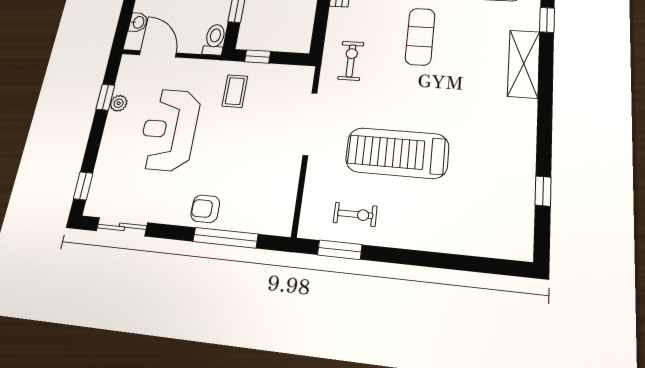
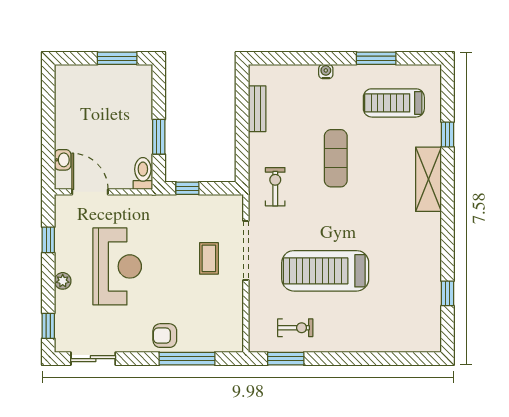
coffee table: (235, 91) -> (209, 258), moved
plant: (119, 103) -> (63, 281), moved
reception desk: (169, 130) -> (117, 266), turned 180

